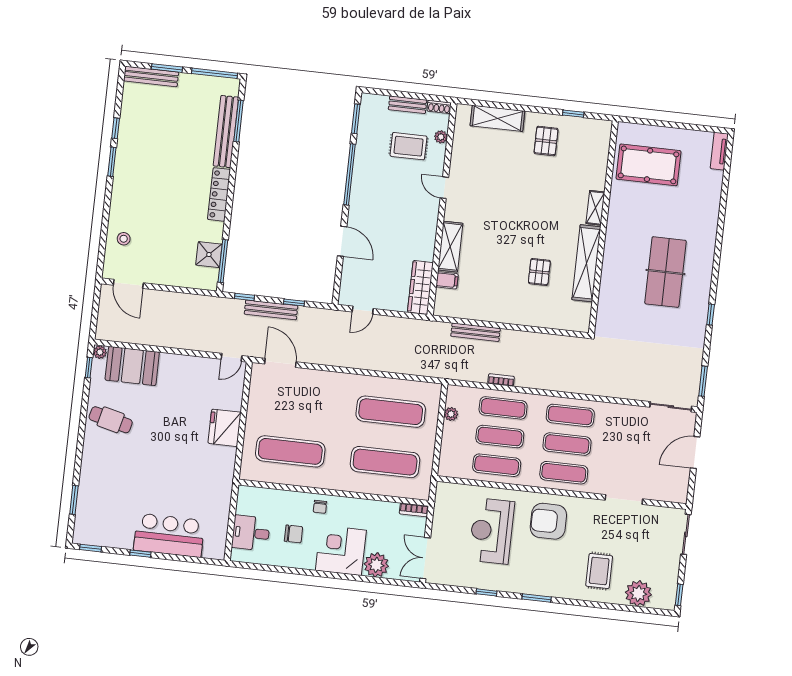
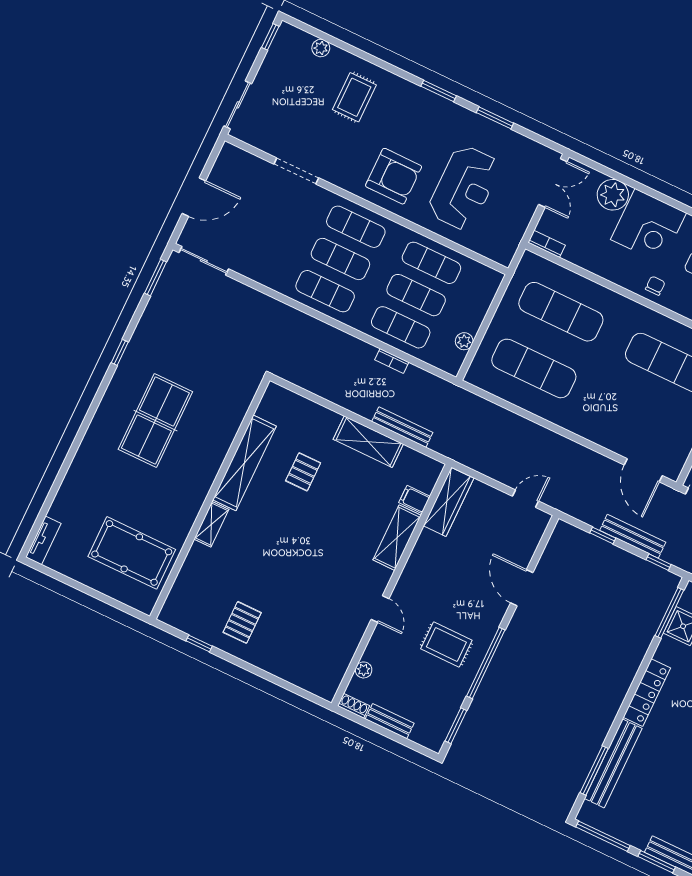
shelving: (497, 118) -> (368, 442), moved
rug: (408, 146) -> (446, 644), moved
window: (486, 592) -> (495, 118), width x1.50
plant: (638, 593) -> (321, 48), width x0.53, depth x0.53

